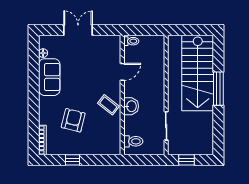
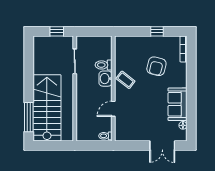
double door: (78, 30) -> (162, 145), moved
window: (218, 89) -> (29, 117), moved
toilet: (133, 141) -> (104, 65), moved

